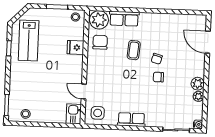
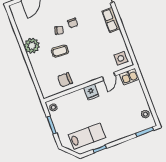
row of seats: (124, 19) -> (39, 69), removed
plant: (99, 20) -> (32, 46), moved
fridge: (76, 47) -> (91, 92), moved
row of seats: (131, 120) -> (111, 20), moved

